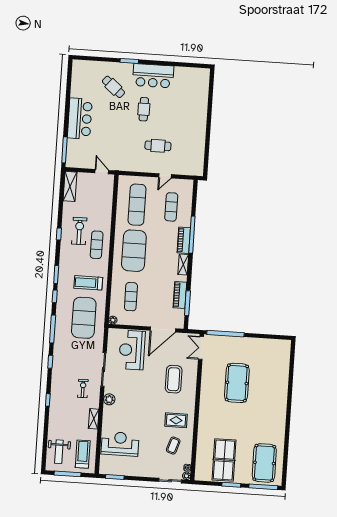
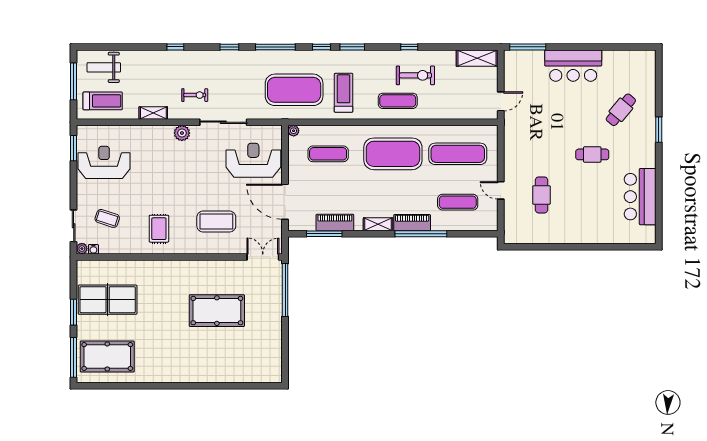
bar counter: (153, 76) -> (640, 197), moved
cafe table: (158, 146) -> (542, 195), moved
reception desk: (120, 444) -> (104, 162), moved, turned -90
coffee table: (173, 446) -> (107, 218), moved

